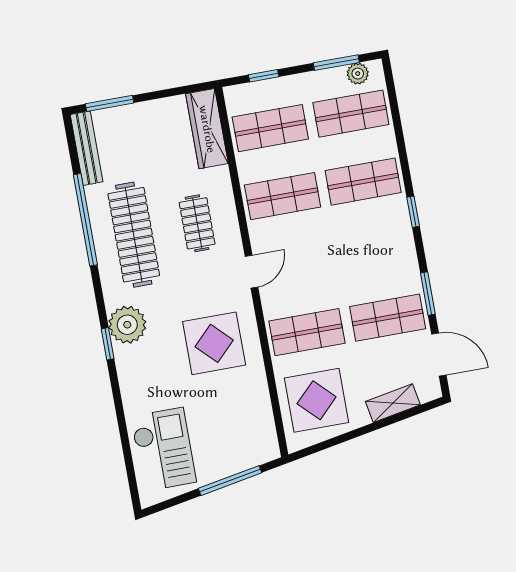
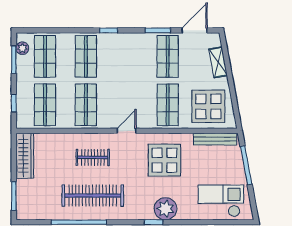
wardrobe: (207, 129) -> (25, 156), moved, turned -90
bench: (87, 148) -> (215, 139), moved
door: (252, 272) -> (127, 131), hinge flipped
plant: (127, 325) -> (165, 209), moved

